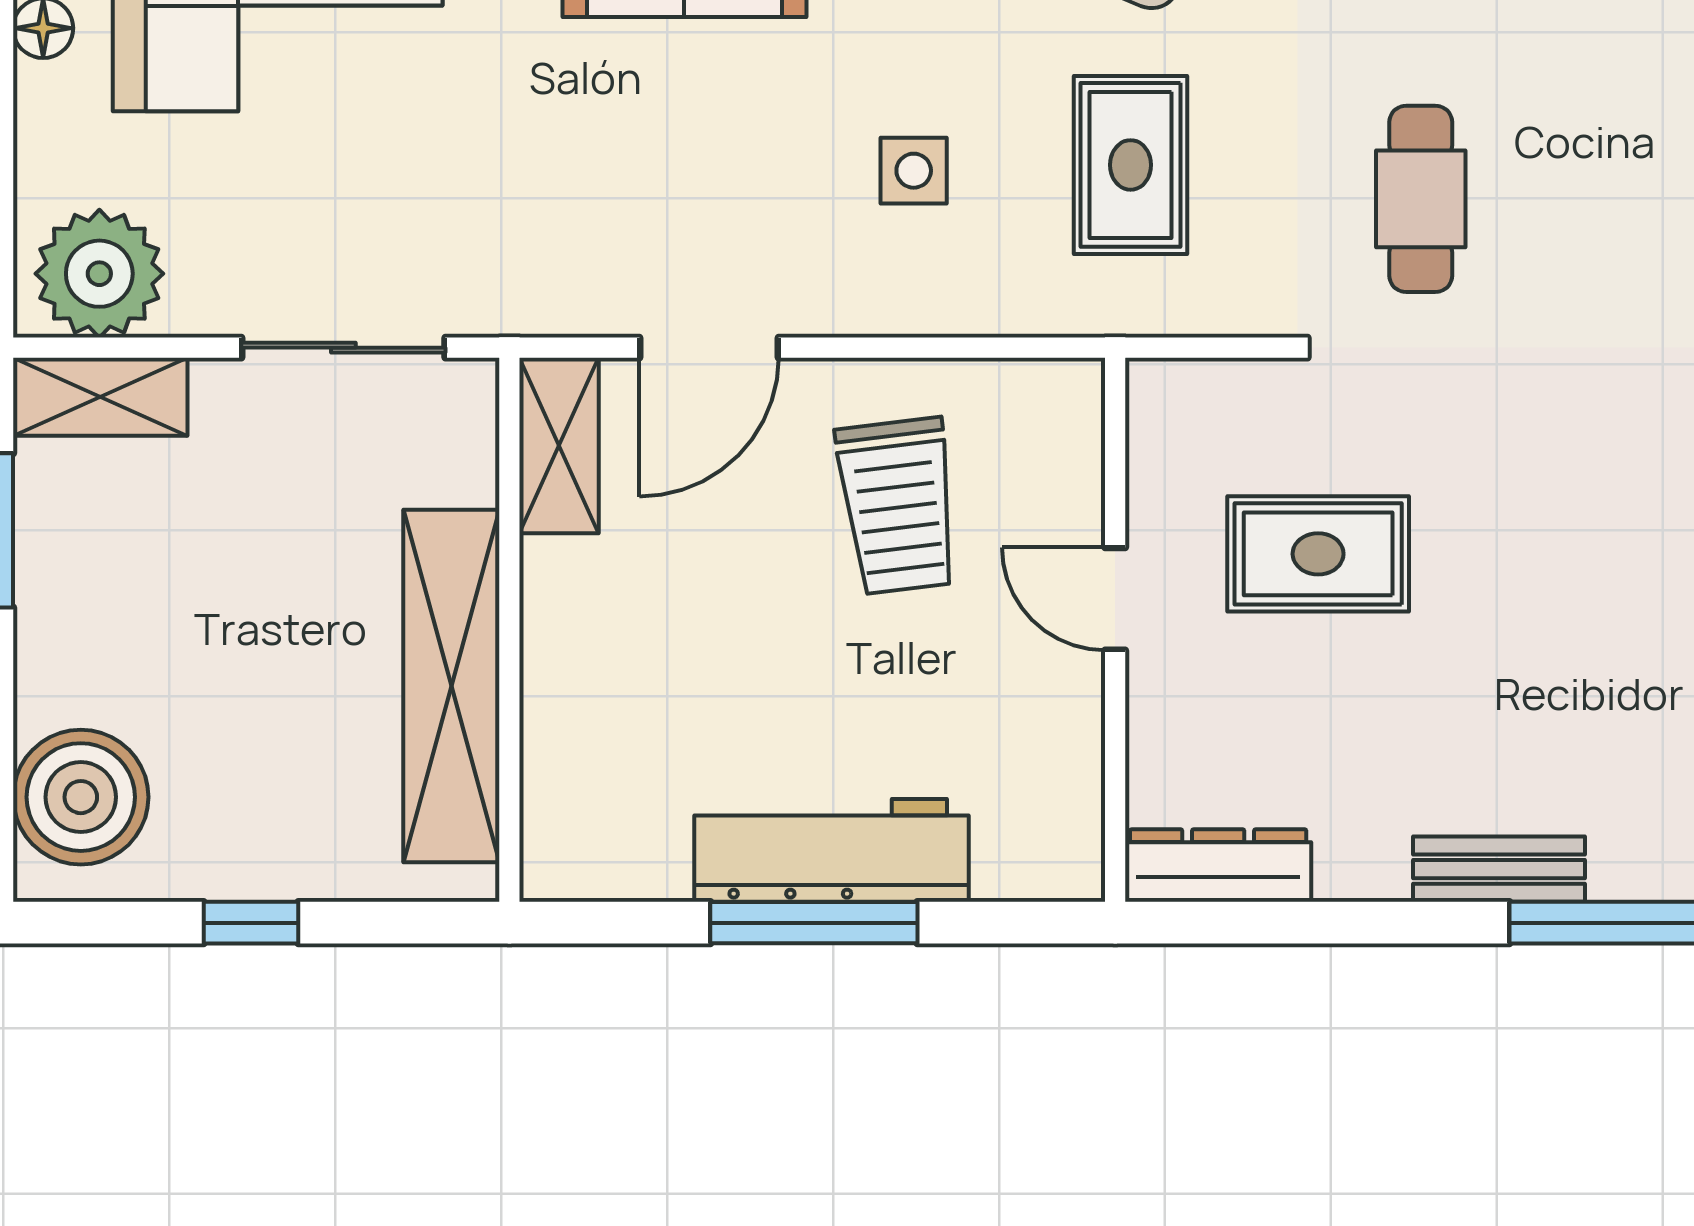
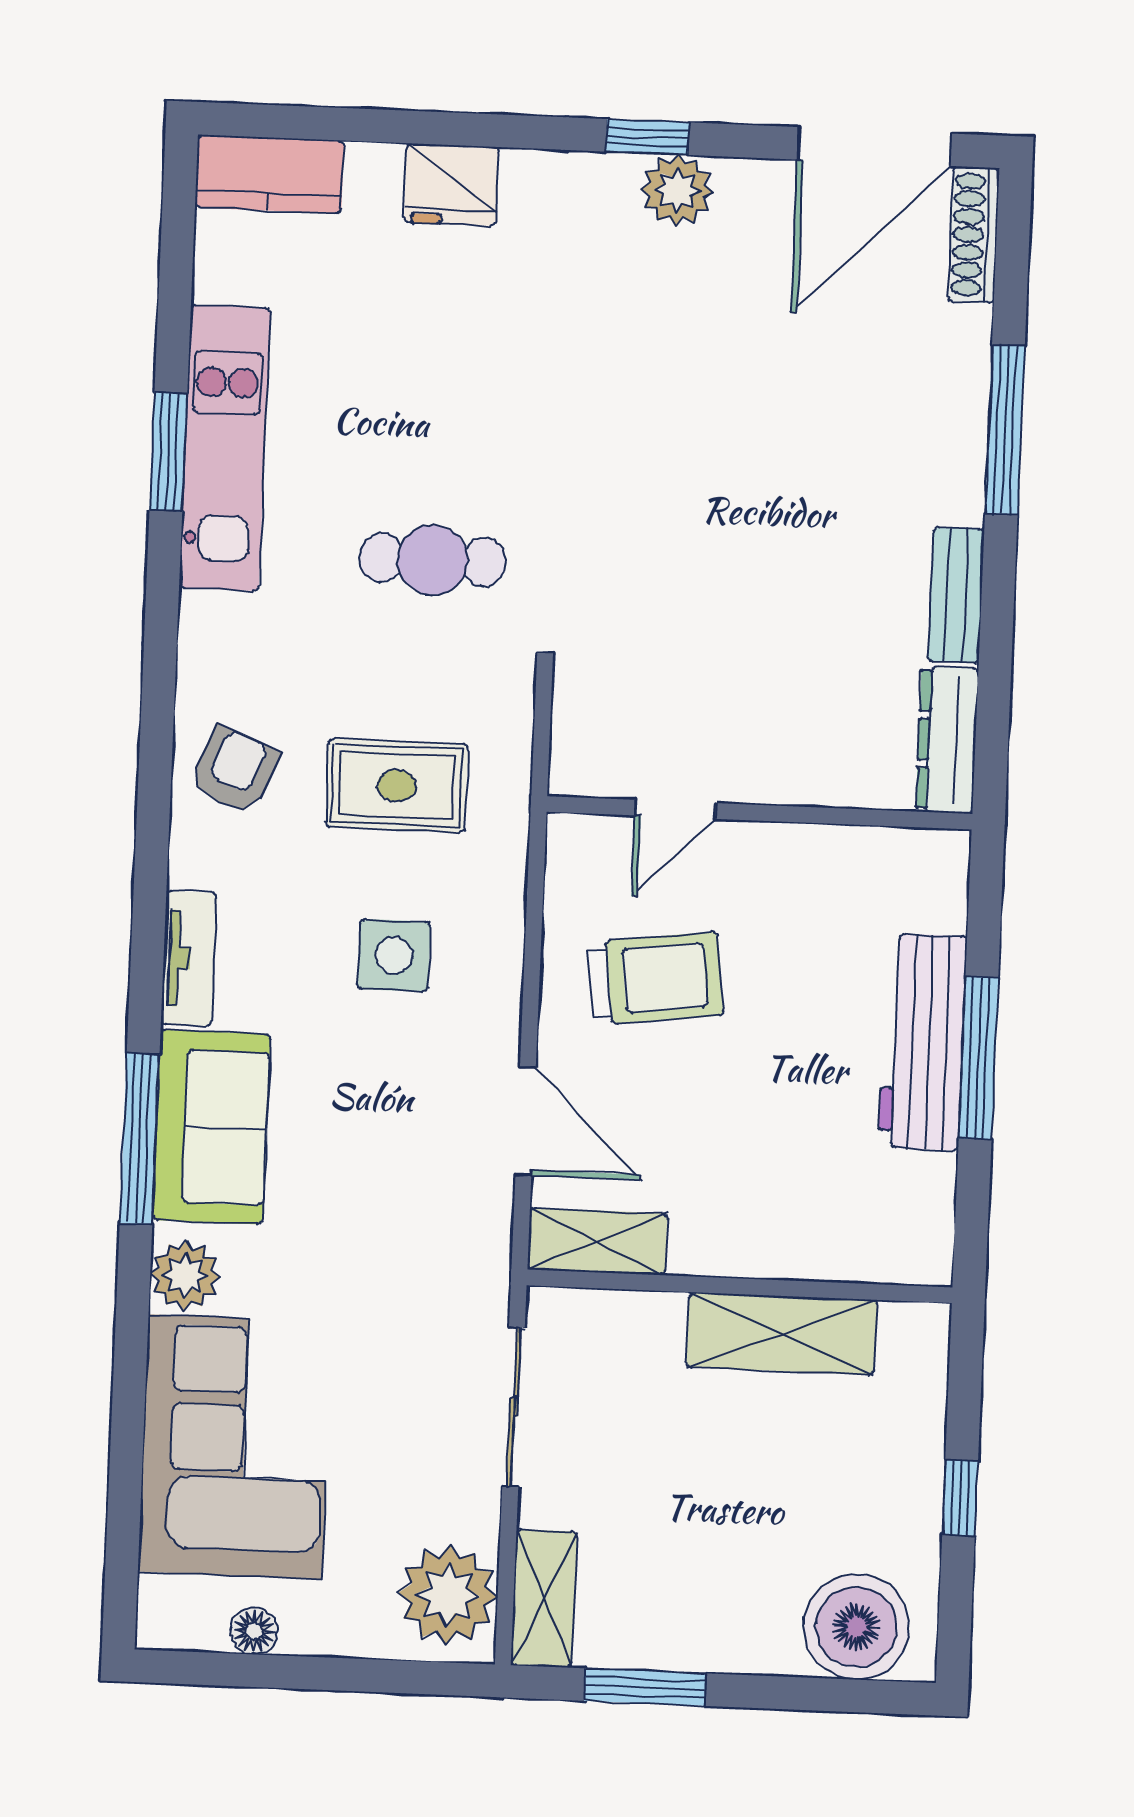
side table: (914, 171) -> (394, 955), width x1.37, depth x1.37
rug: (1318, 554) -> (707, 652), removed
door: (1115, 599) -> (675, 809), moved
shelving: (451, 686) -> (782, 1334), width x0.68
bench: (1499, 869) -> (956, 595), moved

